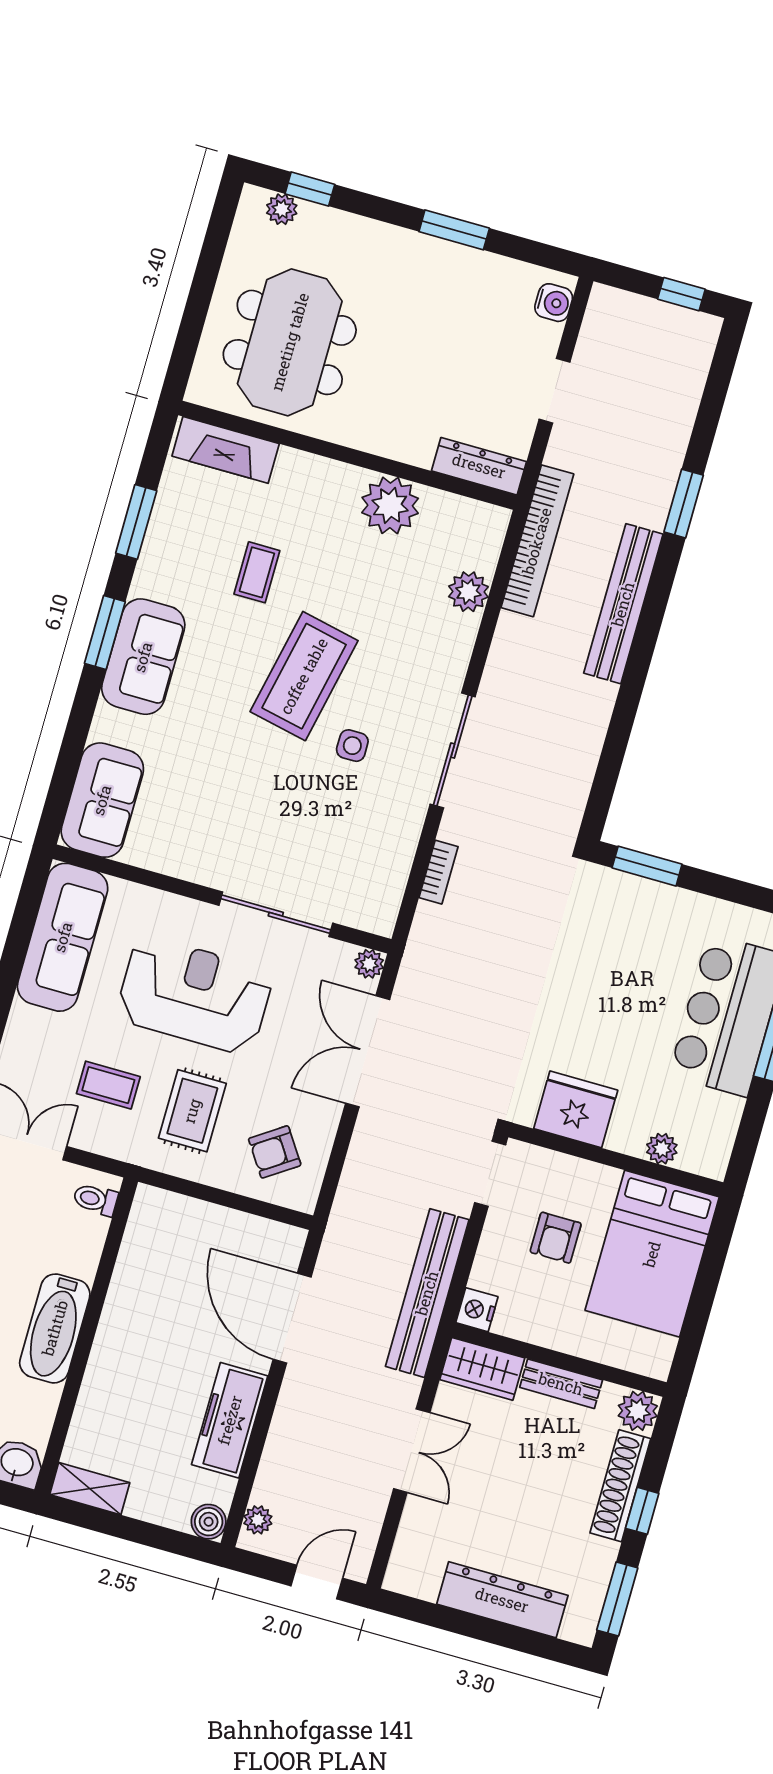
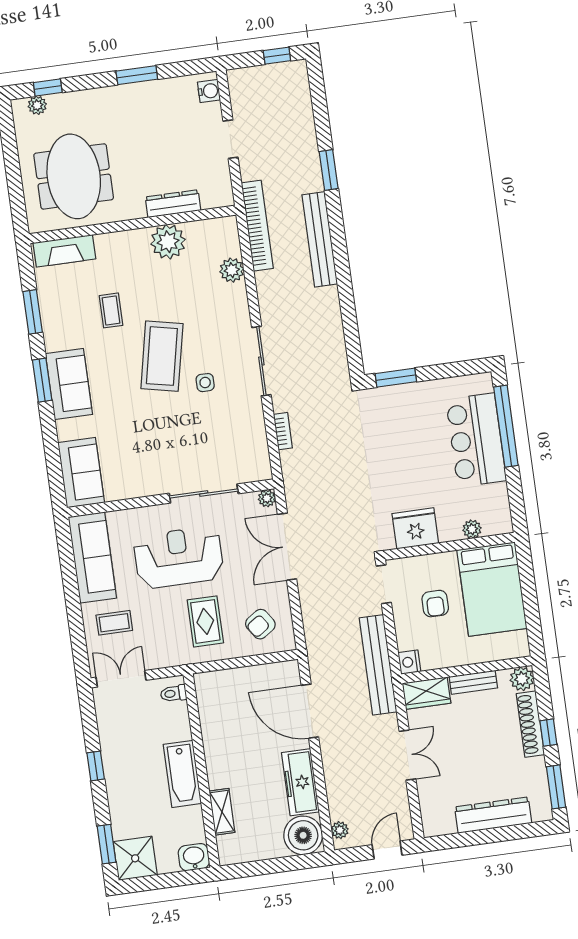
dresser: (479, 466) -> (173, 204), moved
coffee table: (108, 1085) -> (114, 623), moved
shelving: (90, 1489) -> (222, 812), moved, turned 90
boiler: (209, 1522) -> (303, 835), width x1.86, depth x1.86

